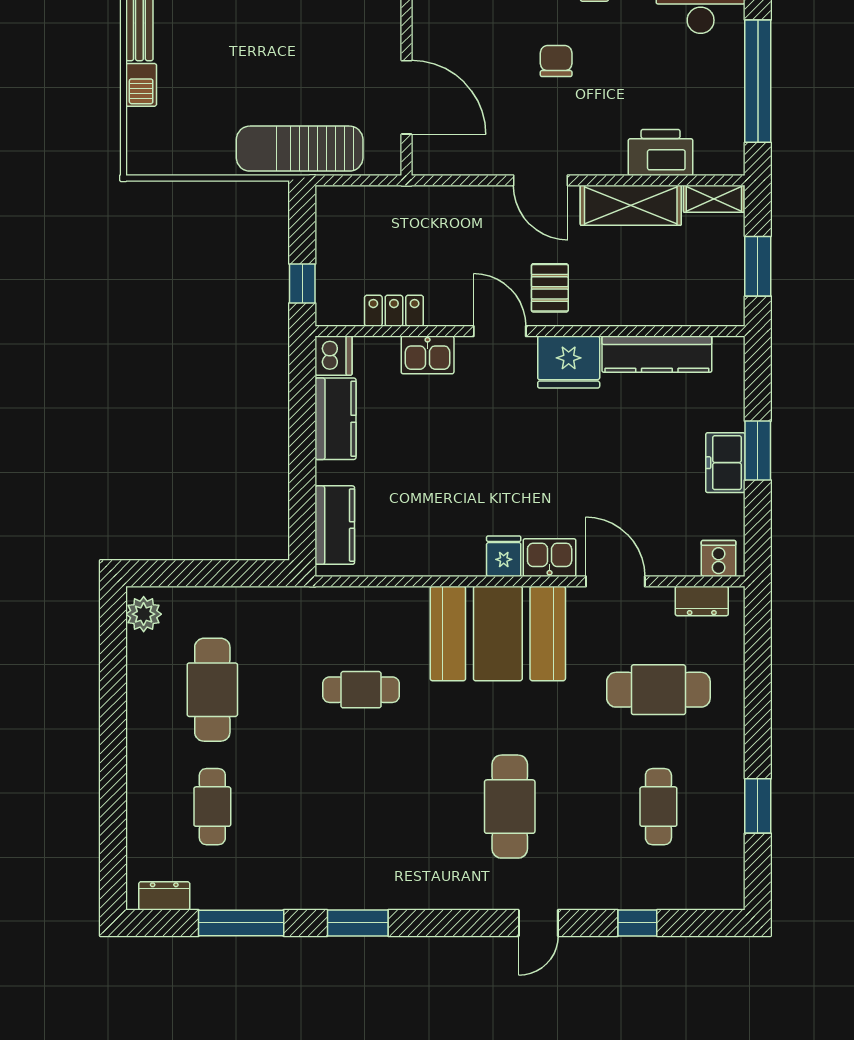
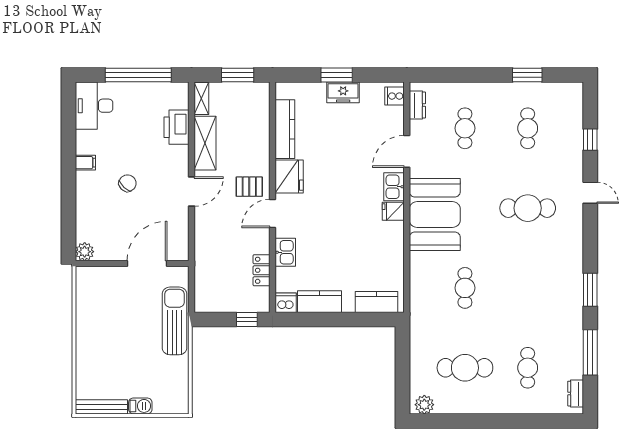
chair: (556, 61) -> (127, 183), turned 134
sun lounger: (300, 149) -> (174, 321), turned 180
cafe table: (658, 690) -> (465, 128), width x0.73, depth x0.74
cafe table: (212, 807) -> (528, 368), turned 90
cafe table: (658, 807) -> (528, 128), turned 90

